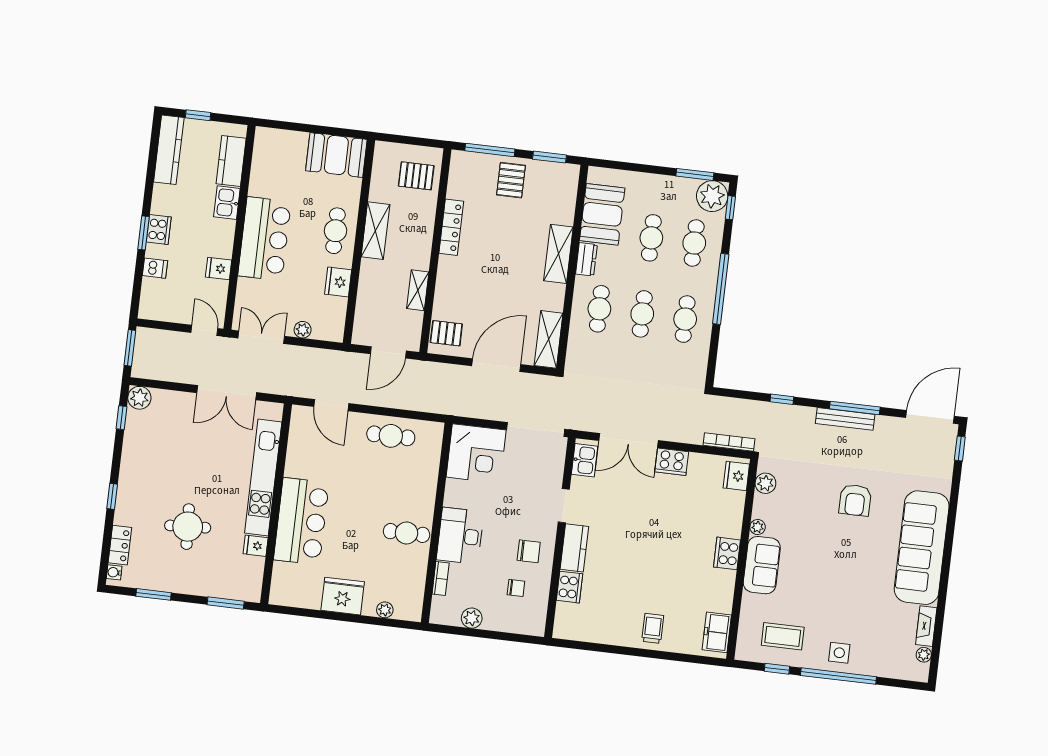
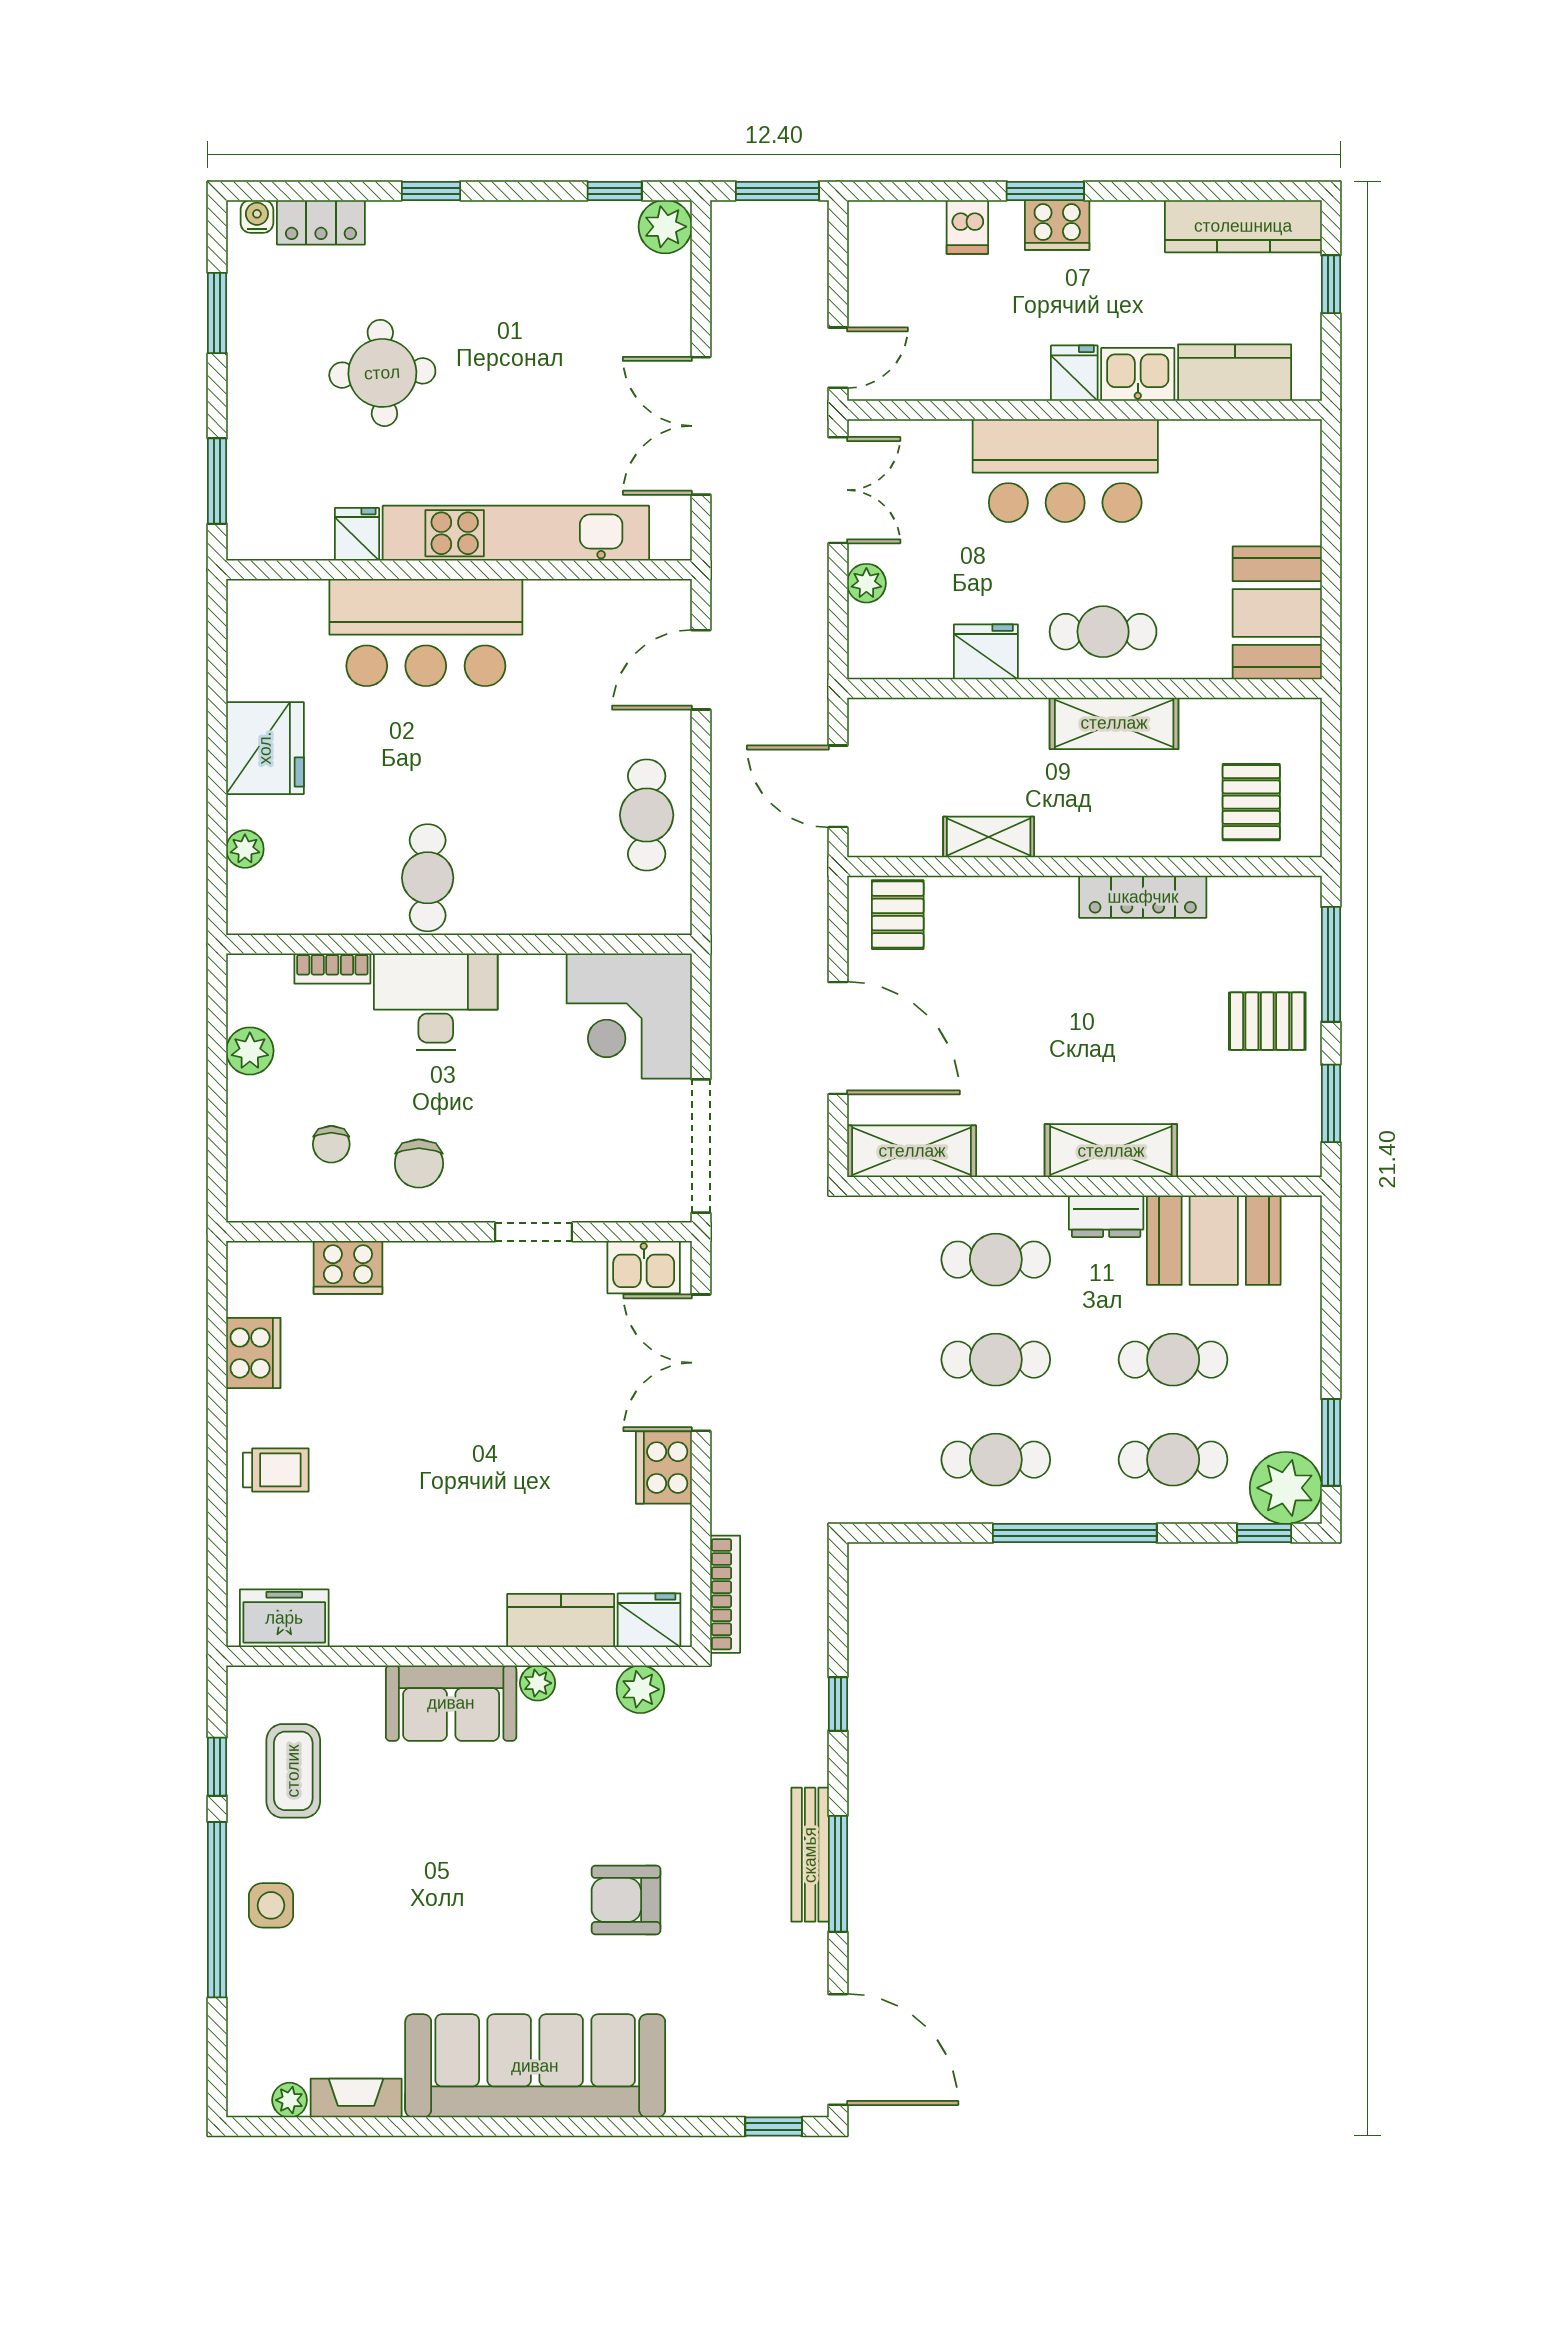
fridge: (219, 269) -> (1074, 373), moved
kitchen counter: (574, 548) -> (561, 1620), moved, turned 180
cooker: (727, 553) -> (253, 1353), moved, turned 90

